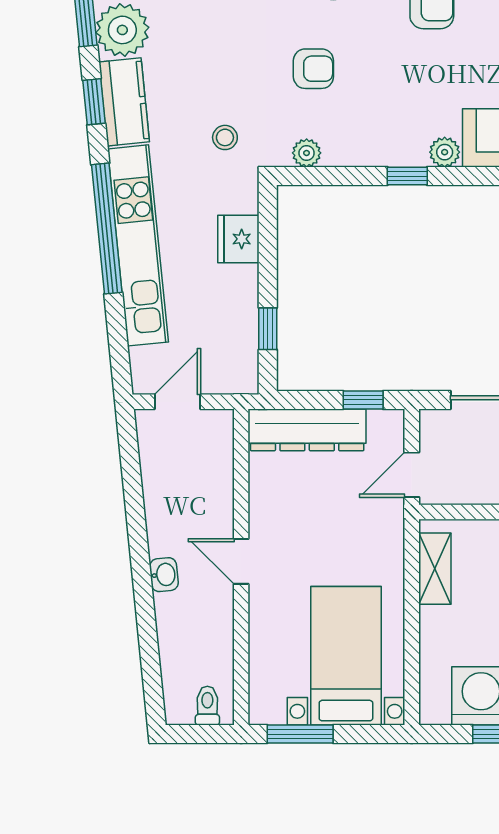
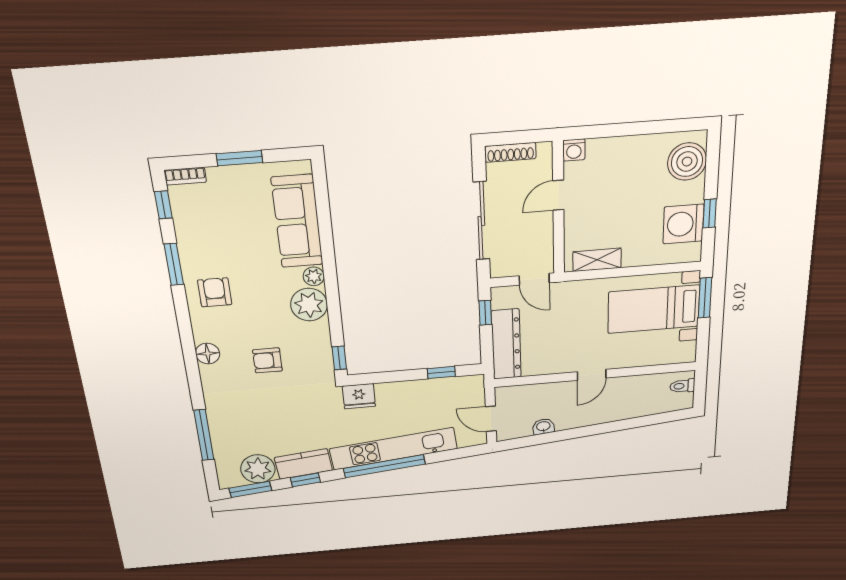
armchair: (313, 69) -> (267, 360), turned -90
stool: (225, 137) -> (319, 407), removed
plant: (307, 153) -> (309, 305), moved, width x1.88, depth x1.88
window: (407, 176) -> (339, 358), moved
fridge: (238, 239) -> (359, 396), moved
washbasin: (164, 575) -> (543, 427), moved
window: (300, 734) -> (705, 298), moved

